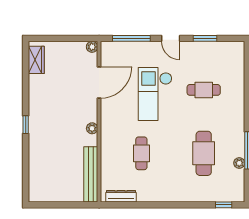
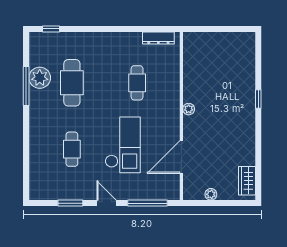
plant: (92, 47) -> (211, 194), moved
cafe table: (204, 90) -> (72, 149), turned 90
window: (26, 125) -> (258, 99), moved
plant: (239, 163) -> (40, 78), width x1.87, depth x1.87
bench: (91, 174) -> (190, 61), removed

